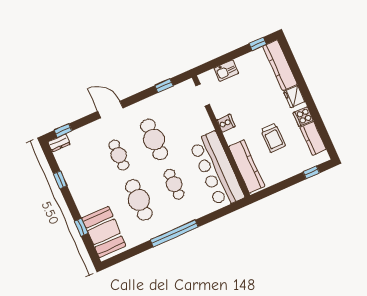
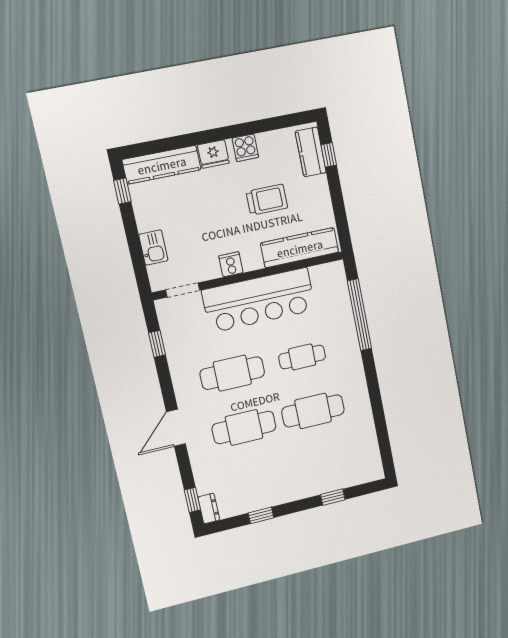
kitchen counter: (313, 138) -> (311, 152), moved, turned 90
cafe table: (119, 155) -> (244, 427), width x1.37, depth x1.35
bar counter: (217, 170) -> (259, 300), moved
booth: (104, 232) -> (346, 467), removed
window: (174, 233) -> (359, 315), moved

